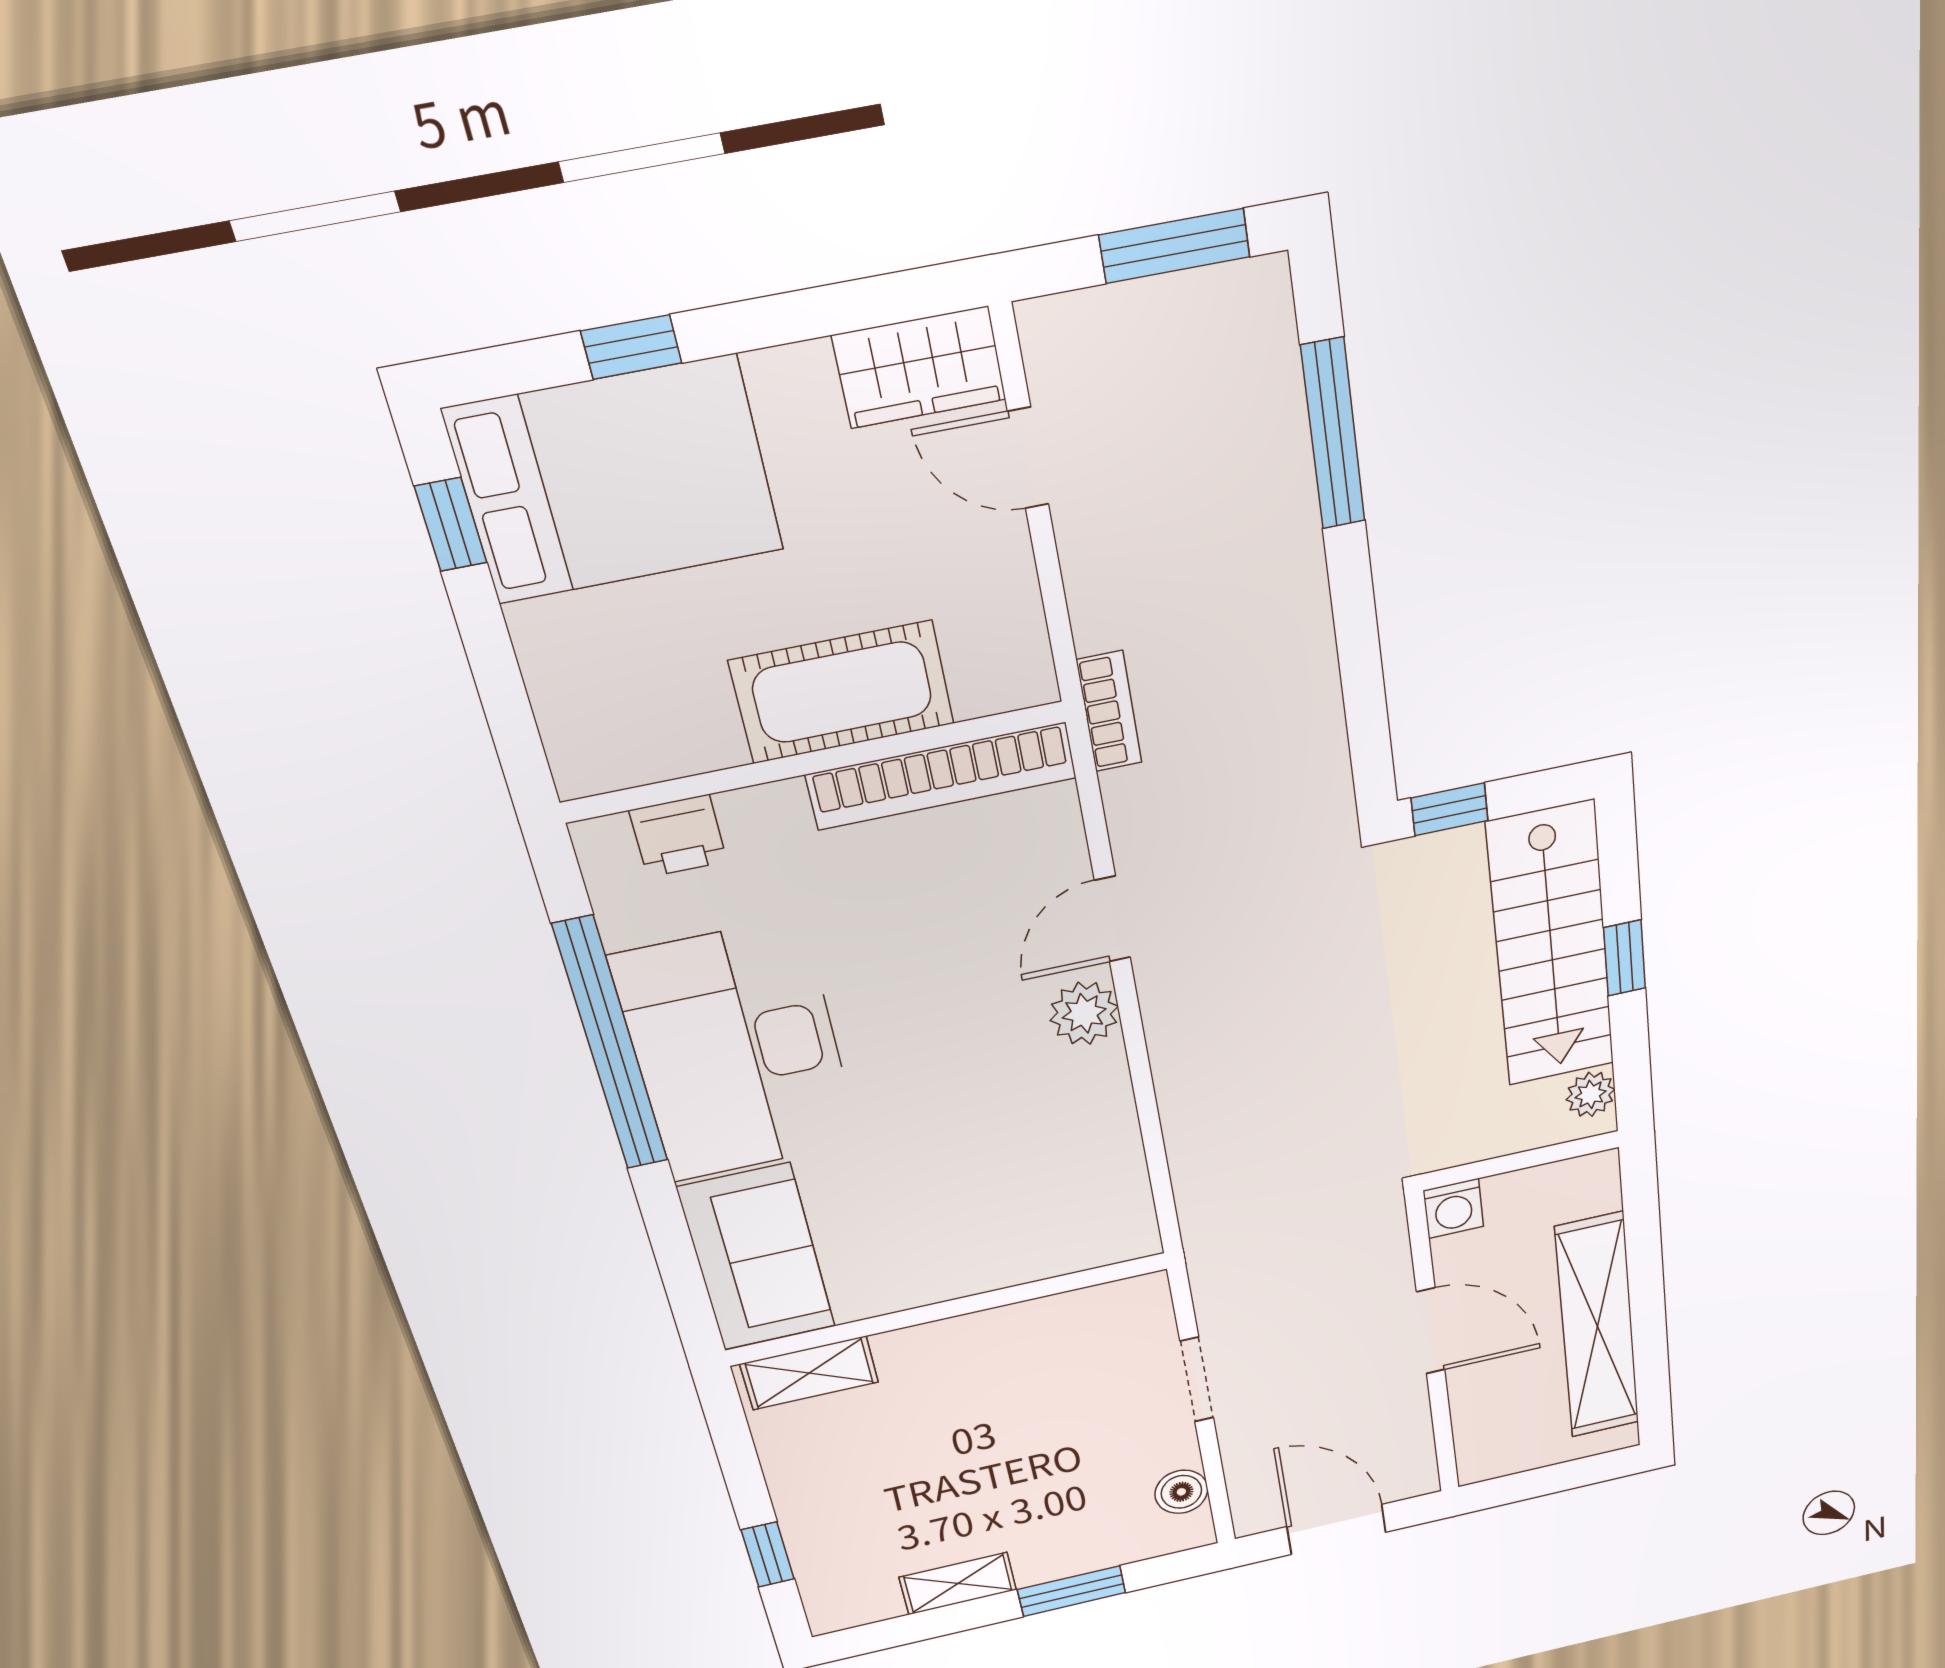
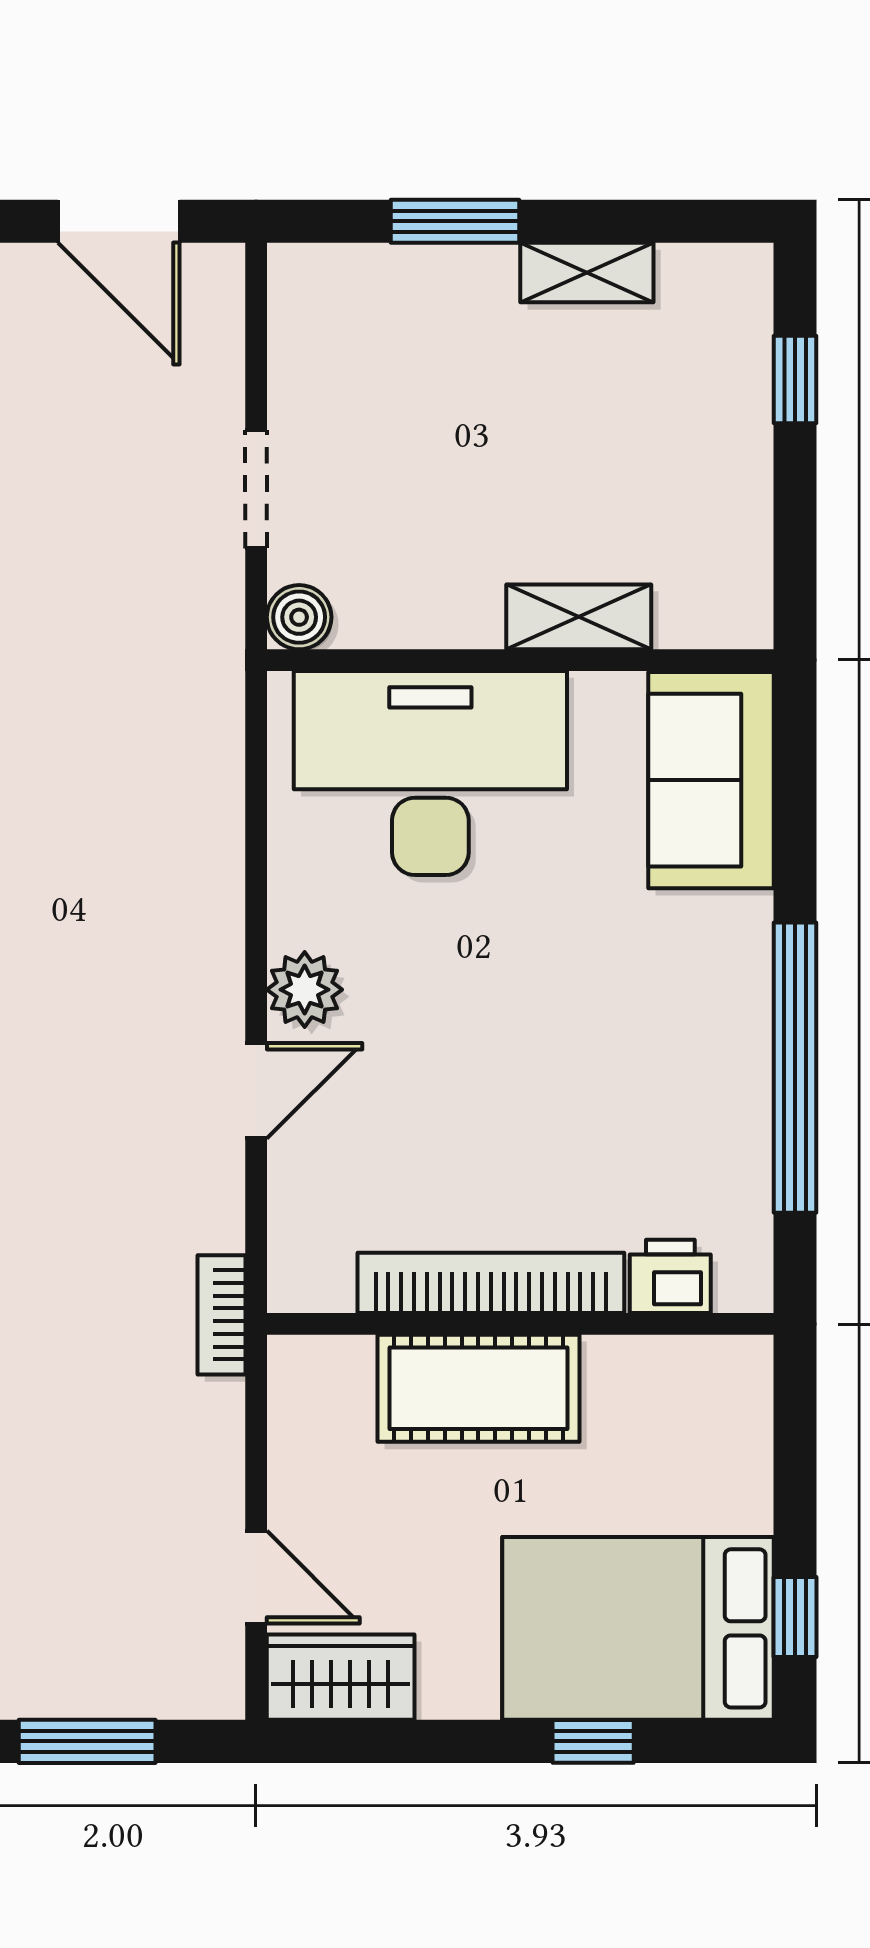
bookcase: (942, 776) -> (491, 1283), moved
desk: (737, 1051) -> (430, 773), moved, turned -90
shelving: (809, 1373) -> (579, 617), moved
boiler: (1181, 1492) -> (299, 617), moved

